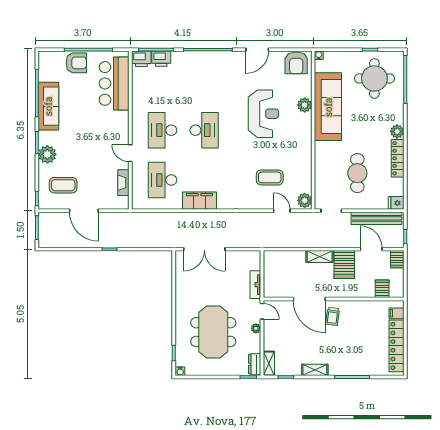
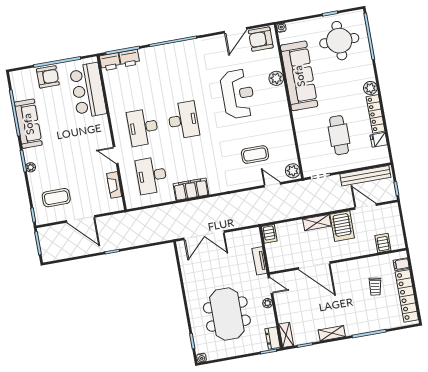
door: (257, 50) -> (235, 30), moved
armchair: (296, 63) -> (261, 39), turned 90
plant: (47, 154) -> (31, 167), width x0.53, depth x0.53
fridge: (396, 203) -> (379, 140), moved
server rack: (397, 259) -> (269, 234), moved
trolley: (333, 316) -> (375, 287), moved

